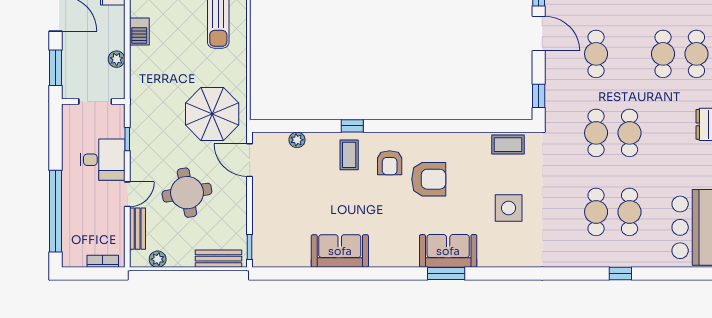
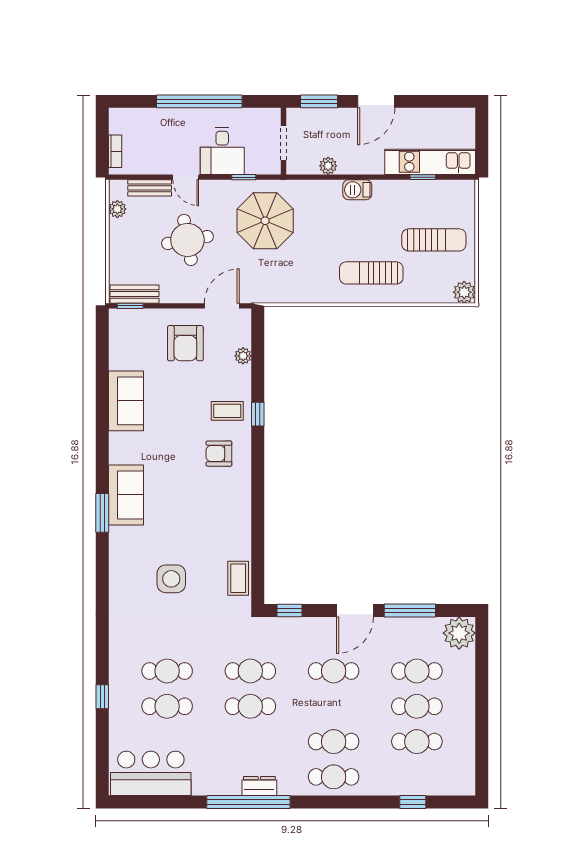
parasol: (212, 114) -> (265, 221), moved
armchair: (429, 179) -> (185, 343), moved
window: (55, 211) -> (199, 101), moved
sofa: (448, 251) -> (126, 495), moved
bench: (219, 259) -> (135, 294), moved, turned 90

